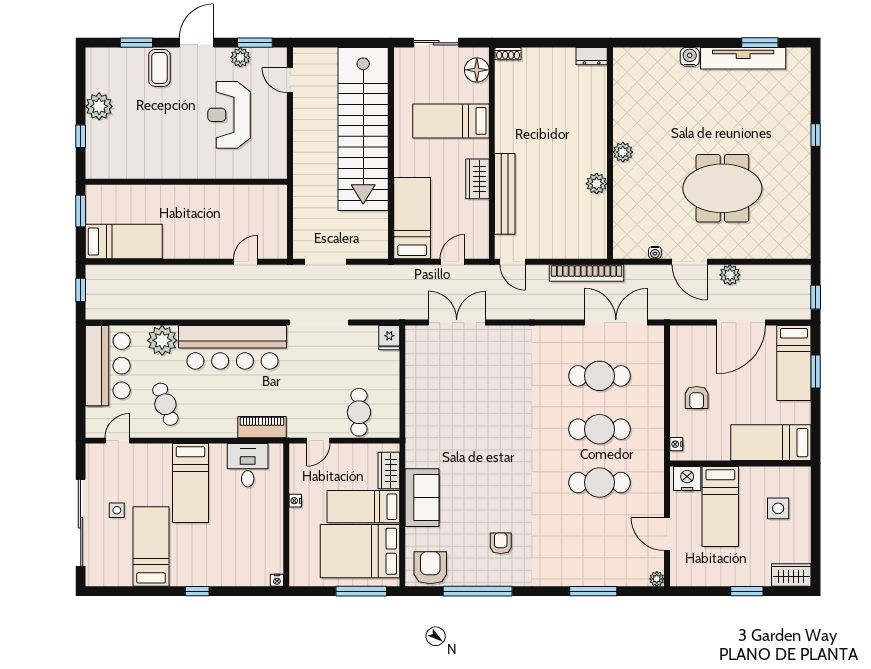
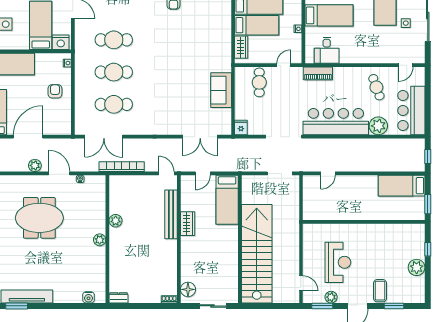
water cooler: (690, 57) -> (88, 297), moved
bed: (451, 121) -> (204, 259), removed
bed: (190, 483) -> (329, 15), moved, turned 90
sofa: (422, 498) -> (221, 90), moved

